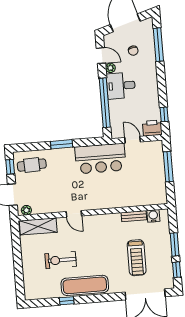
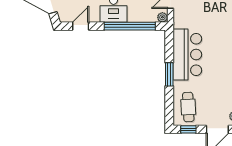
plant: (110, 68) -> (162, 17), moved
bar counter: (100, 159) -> (187, 55), moved

